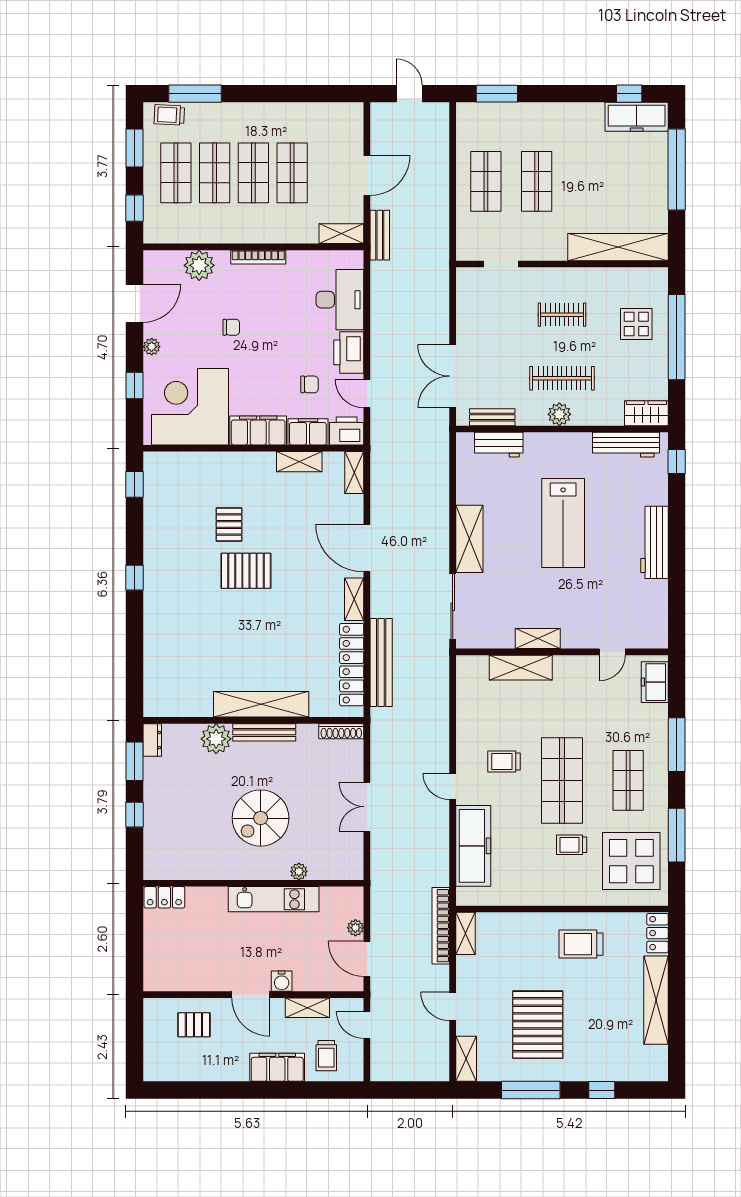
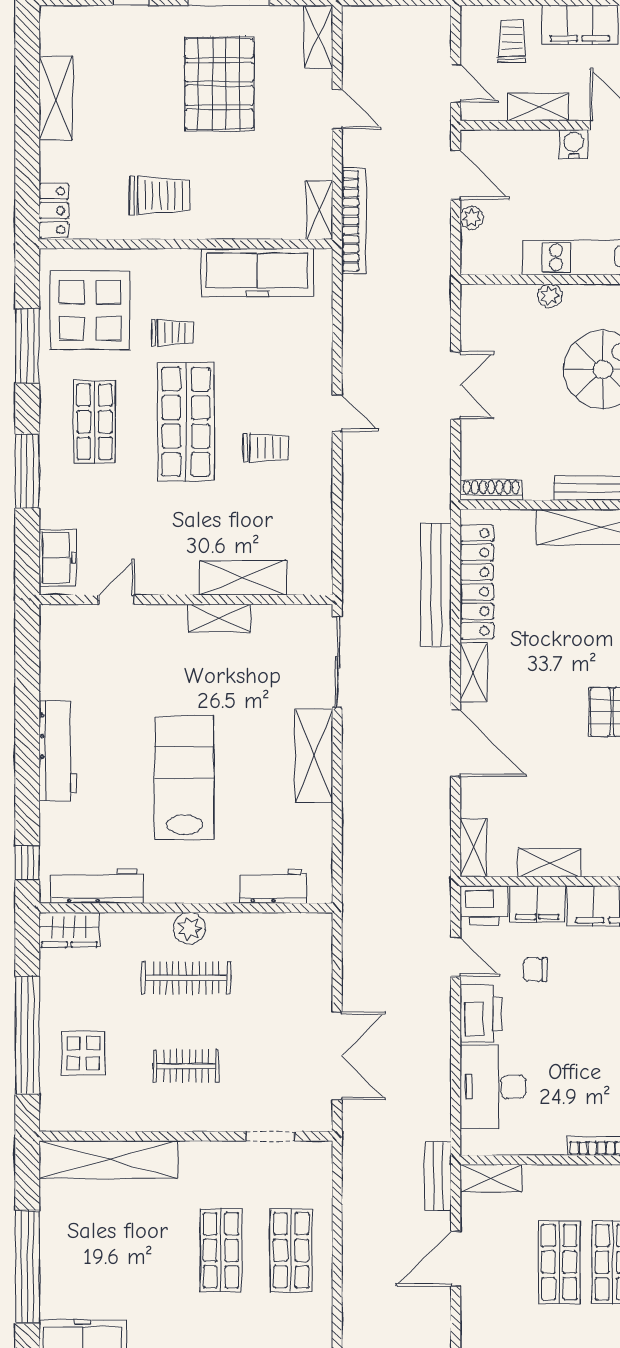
double door: (453, 376) -> (337, 1056), moved
bench: (492, 417) -> (282, 924), removed
freezer: (473, 846) -> (257, 272), moved, turned -90
shelving: (656, 1000) -> (56, 98), width x0.68

